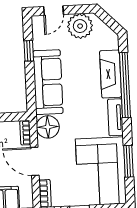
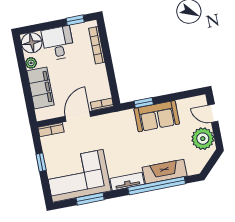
window: (29, 51) -> (144, 103), moved
sofa: (48, 82) -> (157, 116), width x0.73
floor lamp: (48, 127) -> (110, 123), removed

